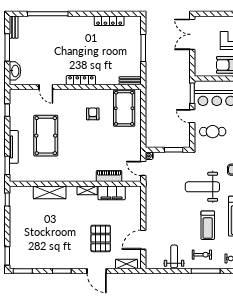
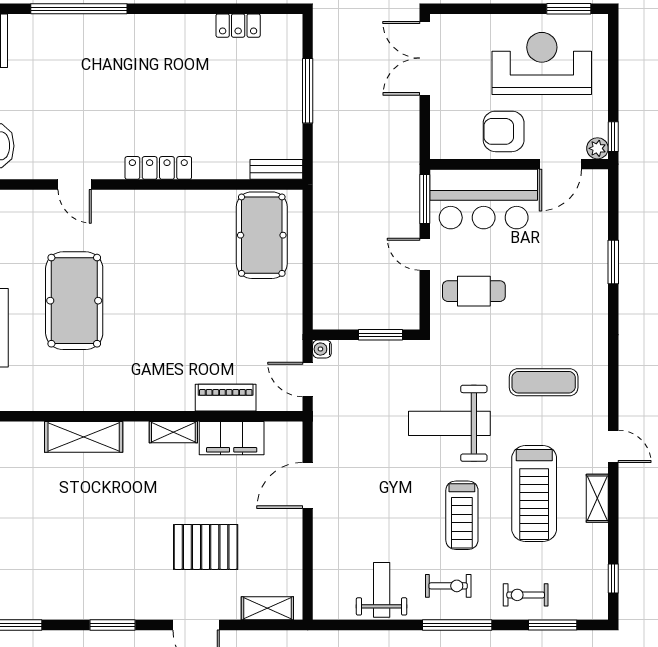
locker: (109, 21) -> (238, 26), width x0.66
armchair: (93, 114) -> (187, 249), removed
pallet: (101, 238) -> (206, 547), turned 90
door: (143, 240) -> (308, 485), moved

